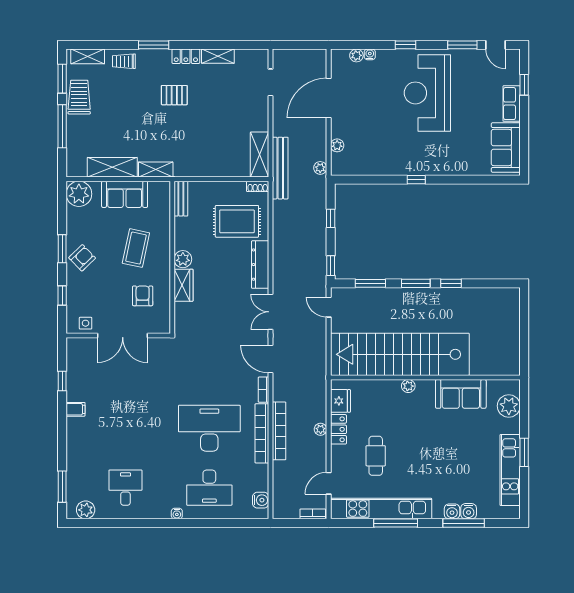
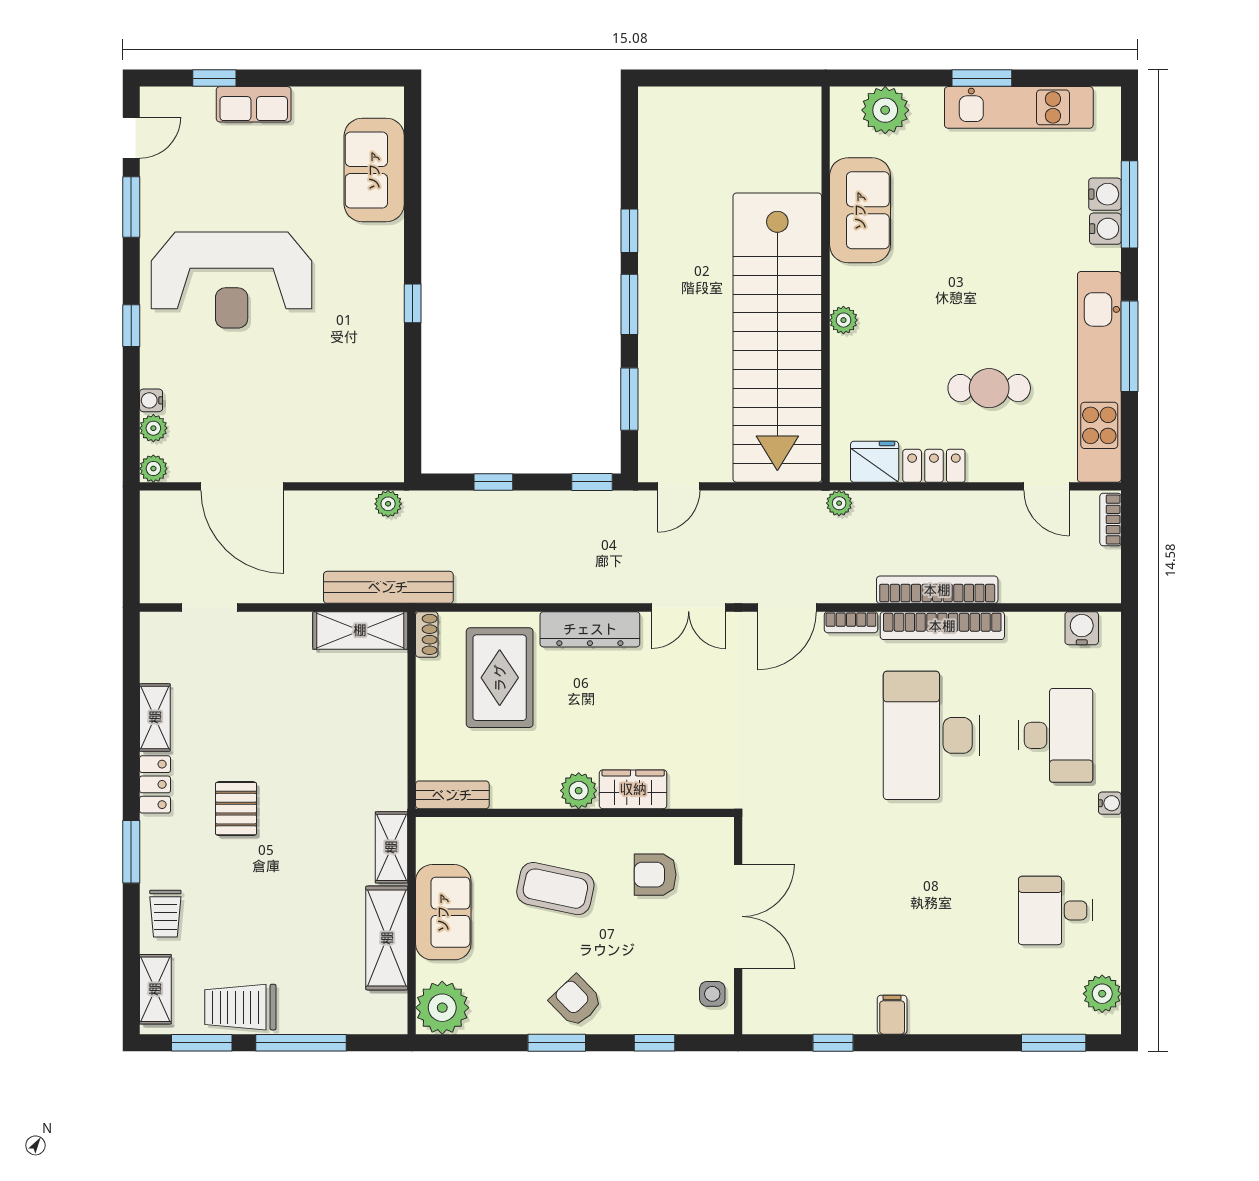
plant: (337, 145) -> (153, 469), moved
sofa: (506, 148) -> (374, 170), moved, turned 90
plant: (321, 429) -> (839, 503), moved

